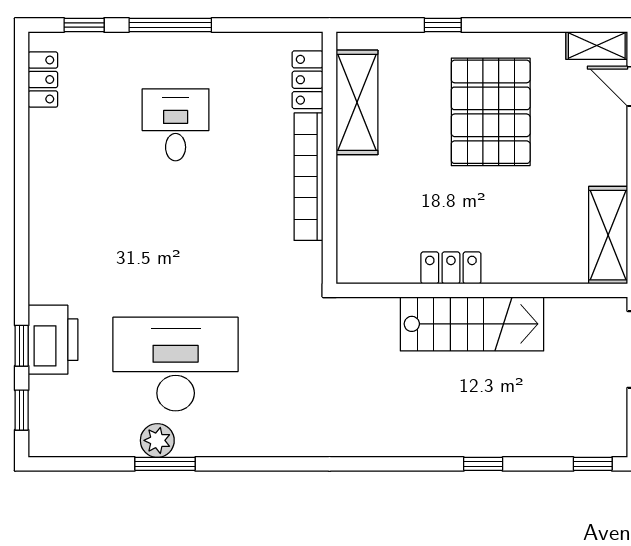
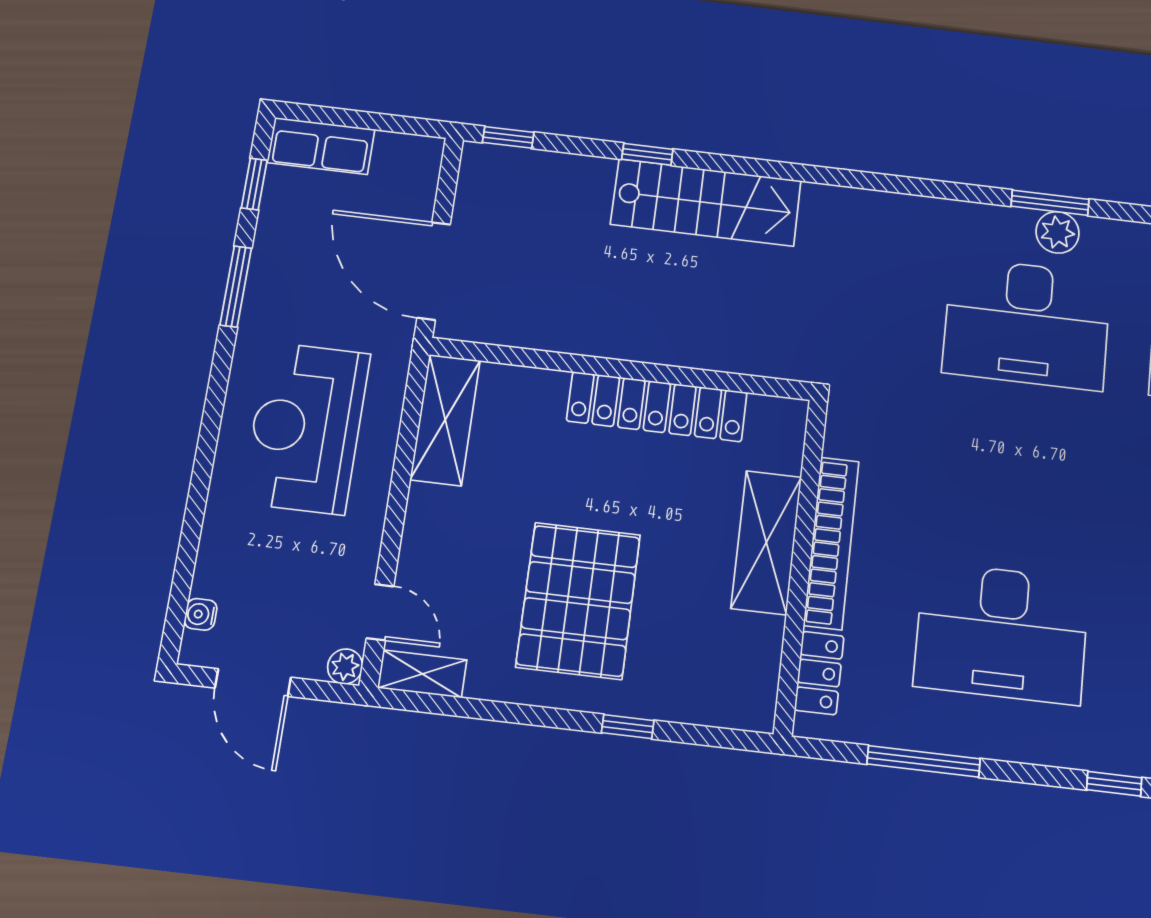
window: (170, 25) -> (924, 761), moved
shelving: (357, 102) -> (766, 542), moved
desk: (176, 125) -> (1002, 633), width x1.87, depth x1.30
locker: (451, 268) -> (657, 407), width x2.16, depth x1.21
stairs: (472, 324) -> (706, 202), moved, turned 180

